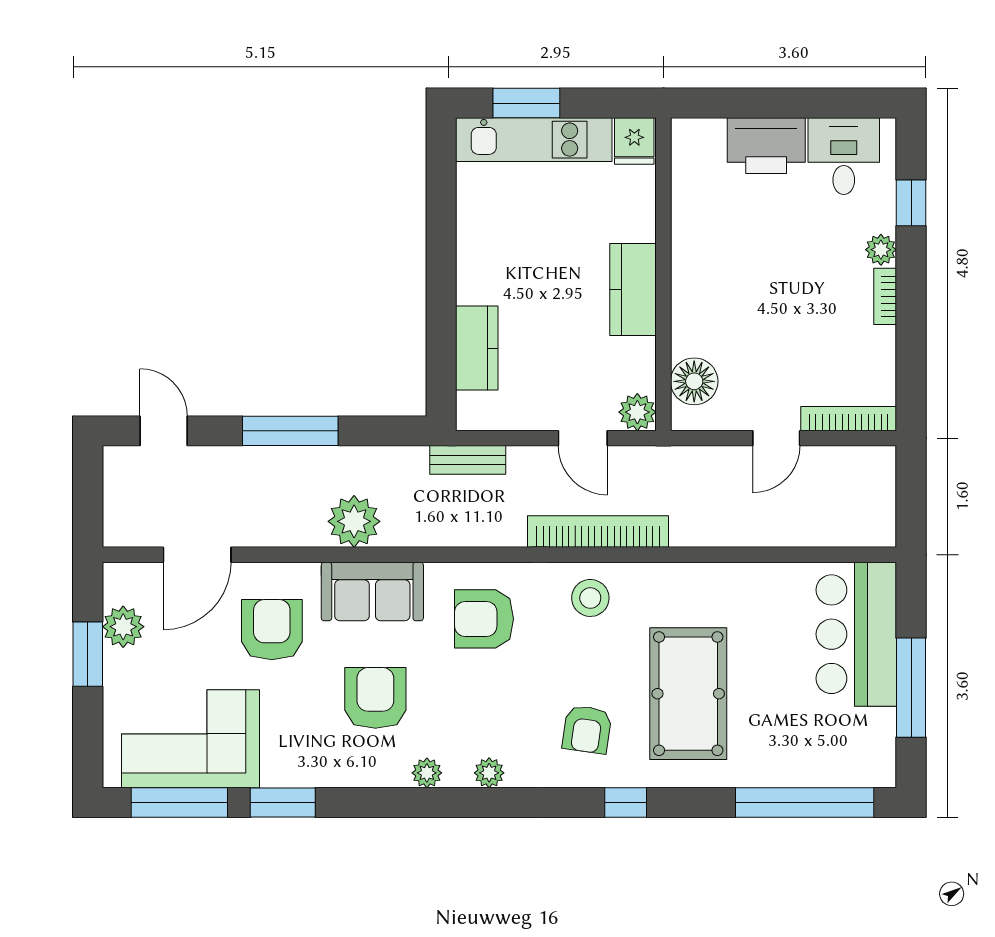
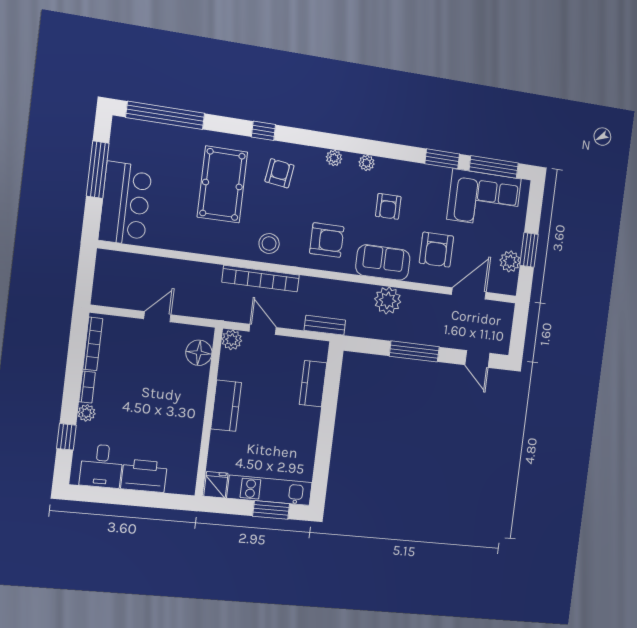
bookcase: (849, 419) -> (93, 344), moved, turned -90
armchair: (375, 698) -> (388, 206), width x0.72, depth x0.72

